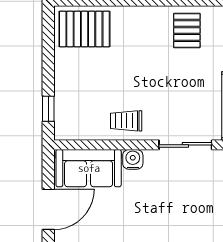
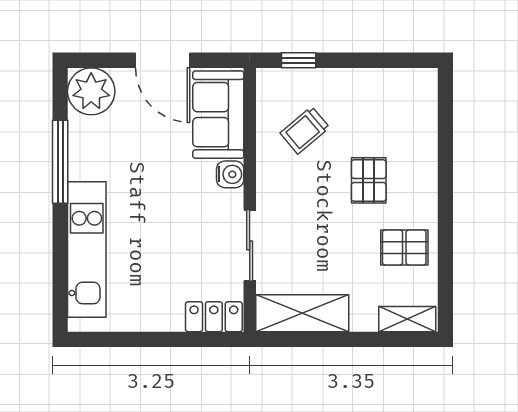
pallet: (84, 29) -> (369, 180), moved, width x0.67, depth x0.71
trolley: (126, 121) -> (305, 130), moved, turned -130

